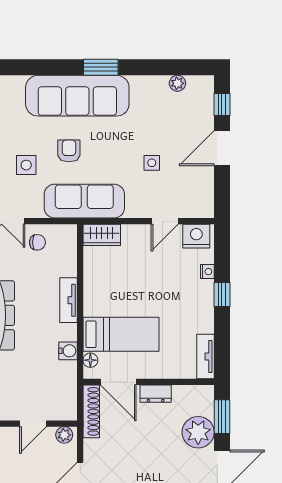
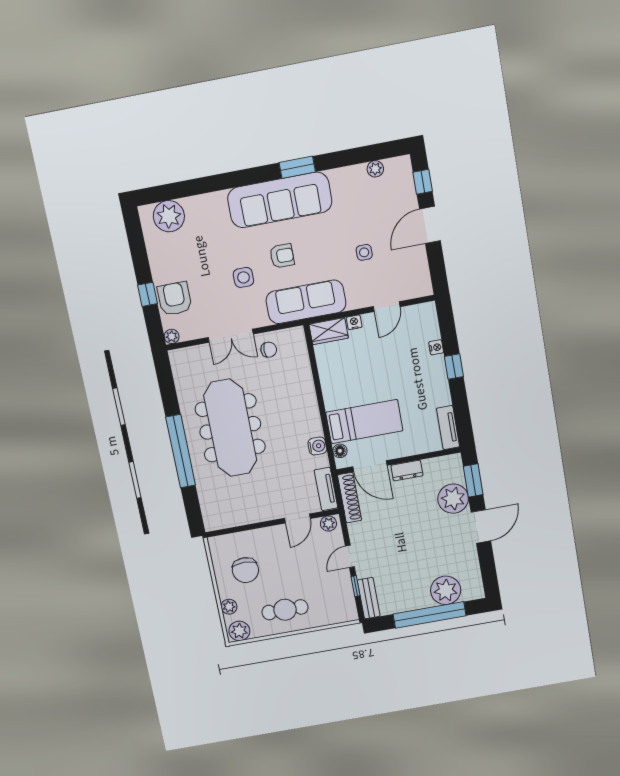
armchair: (69, 151) -> (282, 256), turned 90
nightstand: (196, 236) -> (354, 322), moved, width x0.53, depth x0.56
tv unit: (69, 300) -> (326, 489), moved

